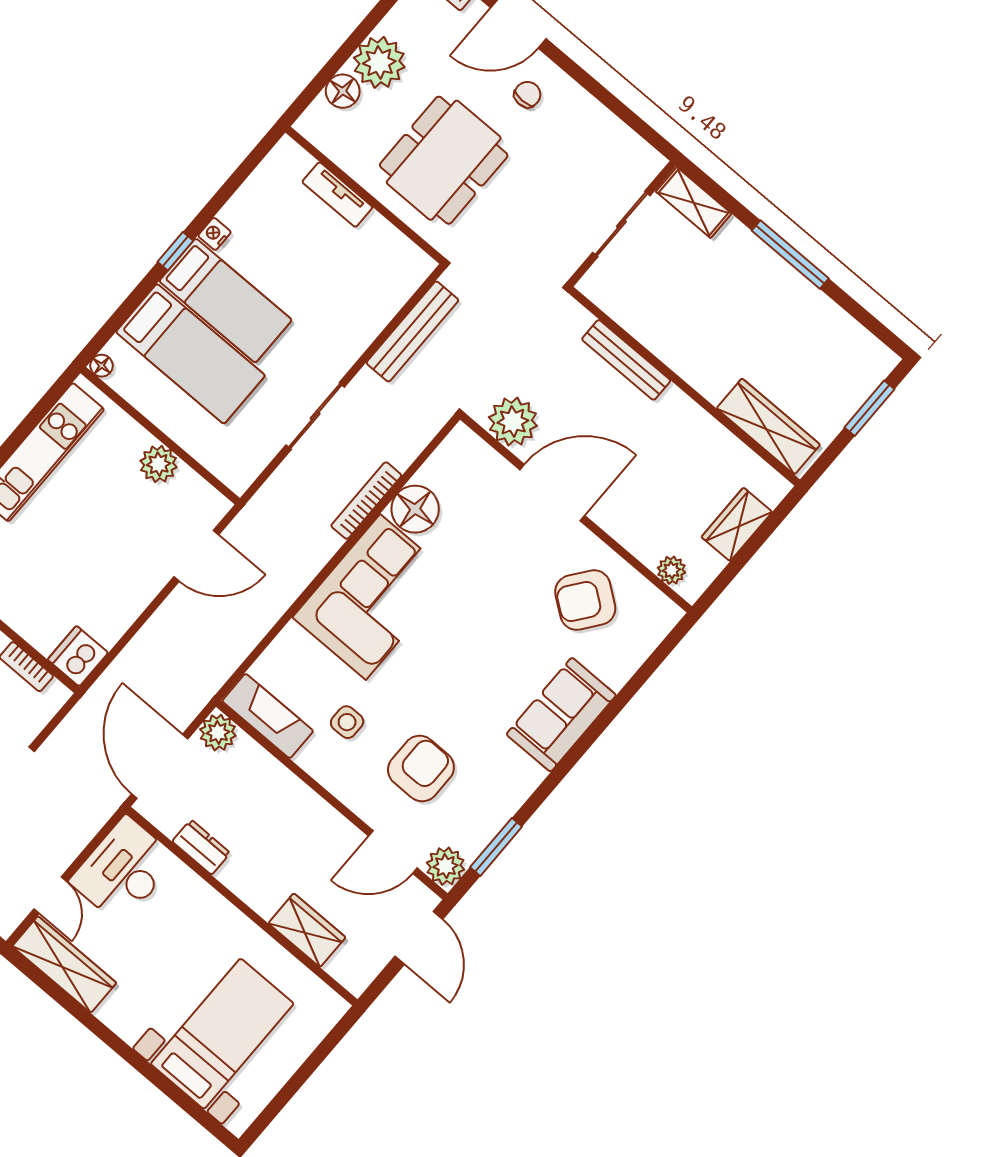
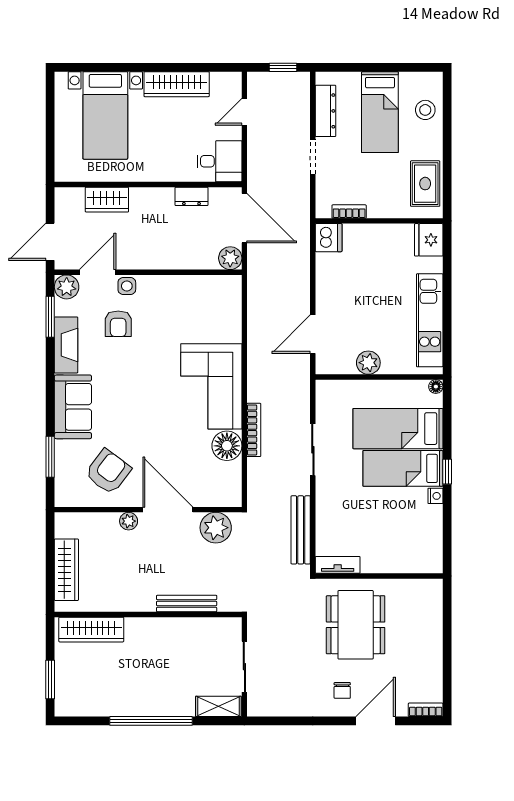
plant: (379, 62) -> (426, 645), removed
floor lamp: (343, 91) -> (432, 617), removed
tv unit: (337, 195) -> (338, 565), moved
window: (790, 255) -> (151, 721), width x1.46
door: (552, 493) -> (168, 510), swing flipped
wardrobe: (737, 524) -> (66, 570), width x1.50
plant: (671, 570) -> (129, 521), moved
window: (640, 678) -> (50, 457), added
fireplace: (268, 716) -> (66, 345), moved, turned -90
side table: (347, 722) -> (127, 286), moved
armchair: (421, 768) -> (118, 324), width x0.72, depth x0.72
desk: (123, 870) -> (219, 161), width x0.73
door: (50, 895) -> (244, 112), hinge flipped
door: (419, 938) -> (50, 242), hinge flipped
wardrobe: (64, 964) -> (177, 84), moved

